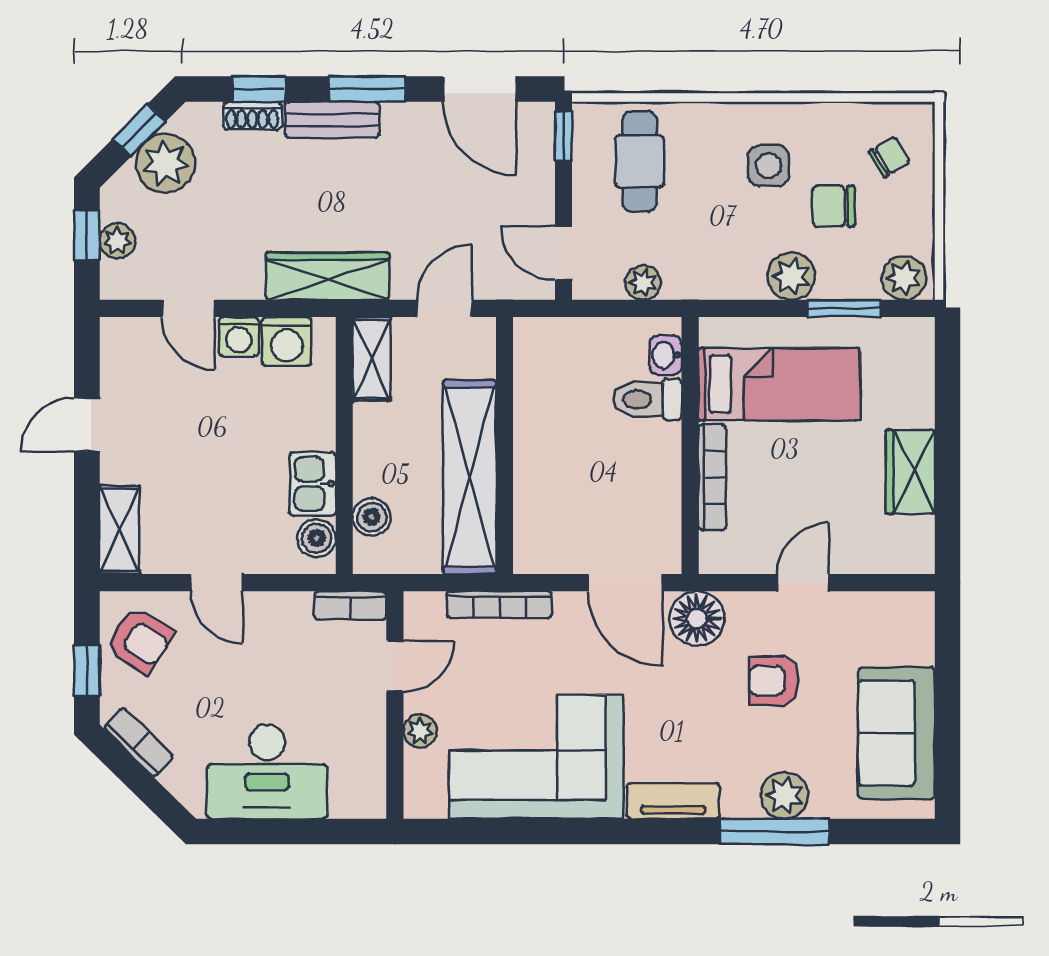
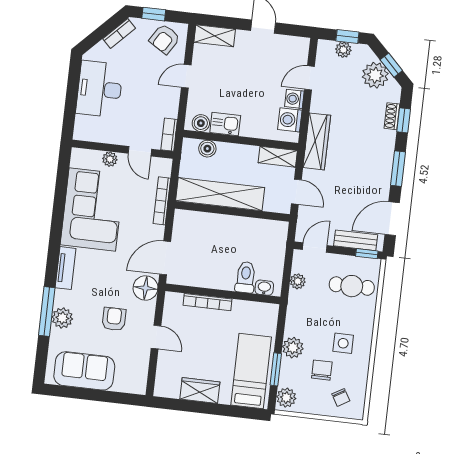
bench: (332, 120) -> (356, 240), moved, turned 90
bed: (779, 384) -> (251, 371), moved, turned 180

